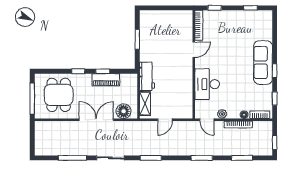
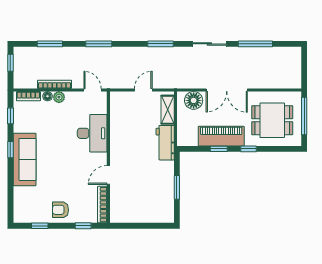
armchair: (233, 21) -> (60, 210), added
piano: (106, 80) -> (221, 136), width x1.37, depth x1.33
dining table: (59, 95) -> (272, 120), turned 90
plant: (222, 114) -> (59, 97), moved

